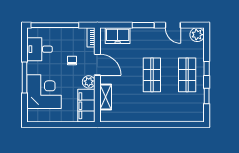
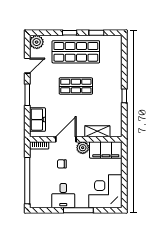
desk: (40, 49) -> (63, 196), moved
shop shelf: (187, 75) -> (76, 52), width x1.43, depth x1.36
corner desk: (44, 92) -> (105, 191), moved
window: (142, 125) -> (124, 96), added

